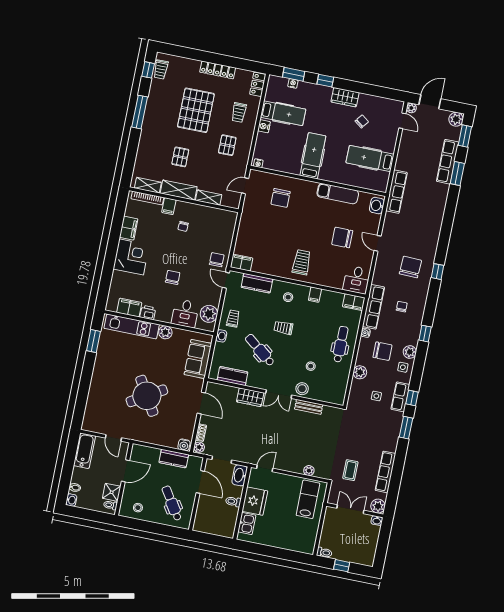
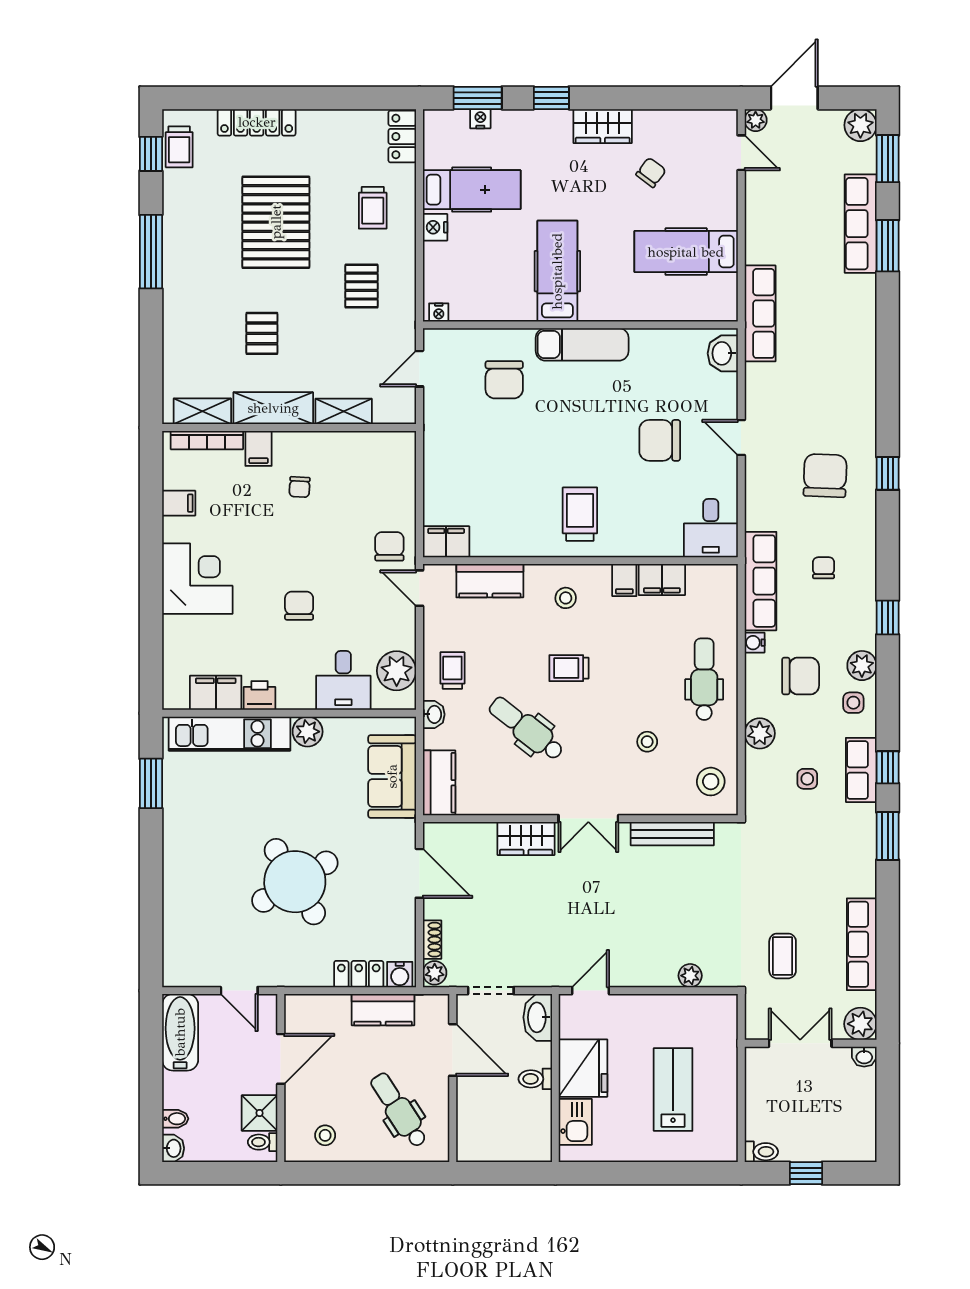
locker: (218, 70) -> (257, 122), moved
exam couch: (338, 194) -> (582, 344), moved
filing cabinet: (129, 228) -> (179, 503), width x0.50
filing cabinet: (354, 302) -> (662, 579), moved
kitchen counter: (233, 376) -> (439, 783), moved, turned 90
stool: (302, 389) -> (711, 782), moved
bench: (309, 407) -> (672, 834), width x1.36
locker: (166, 441) -> (359, 974), added
lab bench: (308, 499) -> (673, 1089), moved

